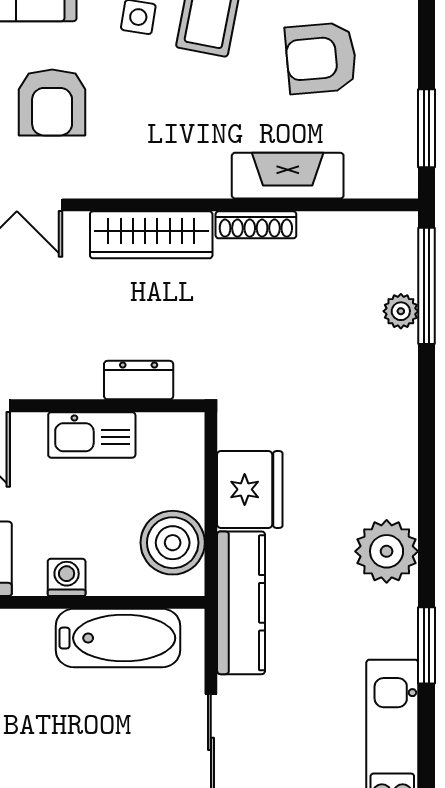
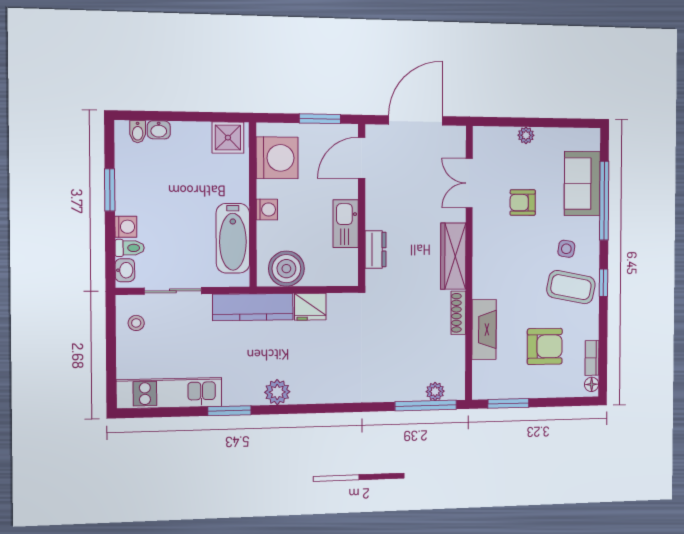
armchair: (321, 58) -> (545, 346), turned 95
armchair: (52, 102) -> (523, 203), width x0.72, depth x0.72
plant: (401, 311) -> (435, 391), moved
fridge: (250, 489) -> (310, 307), width x0.73, depth x0.75
plant: (387, 551) -> (277, 392), width x0.73, depth x0.73

